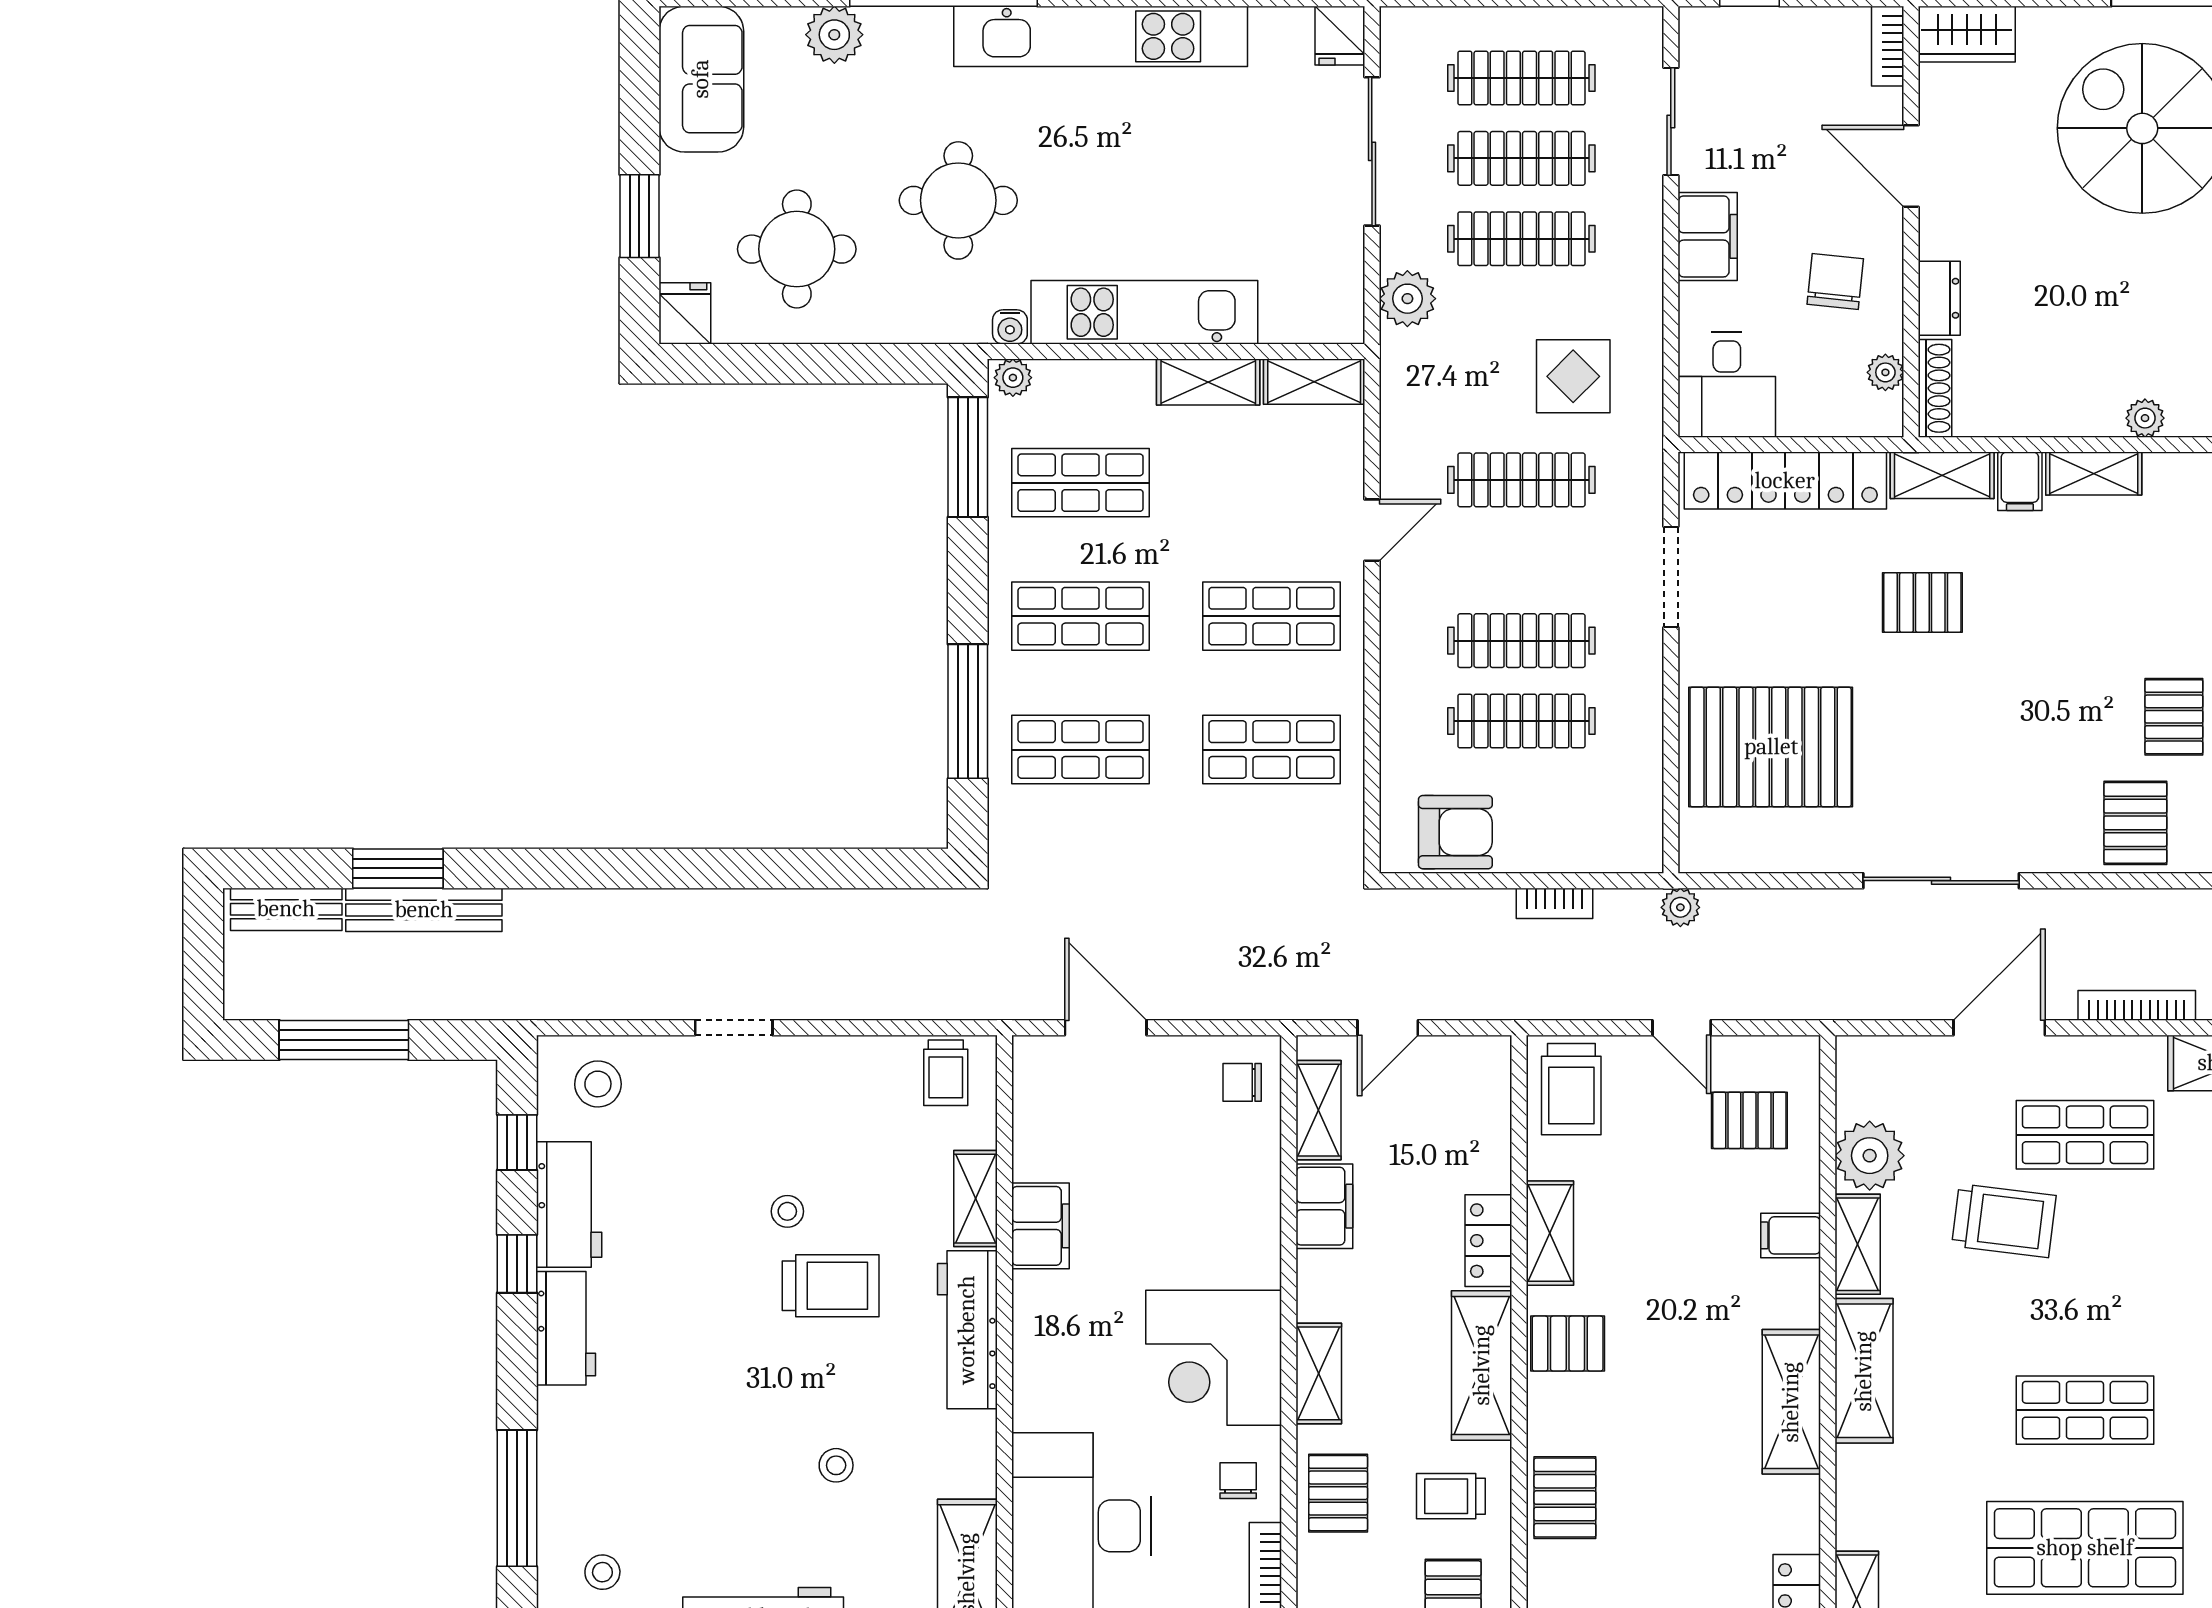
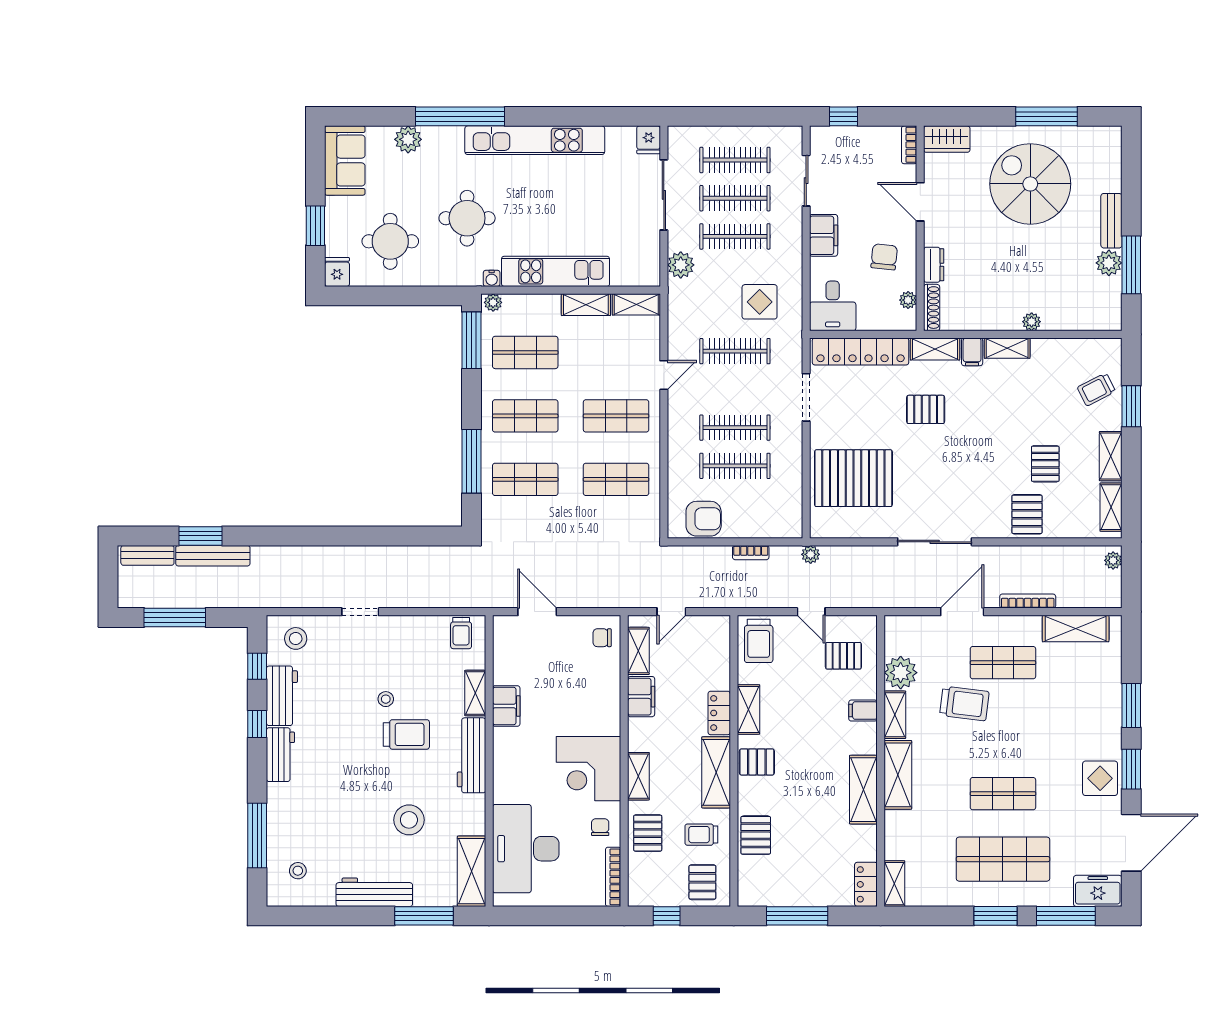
stool: (836, 1465) -> (409, 820), width x1.89, depth x1.89

